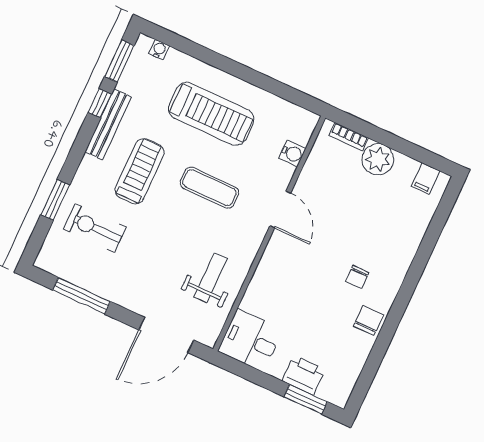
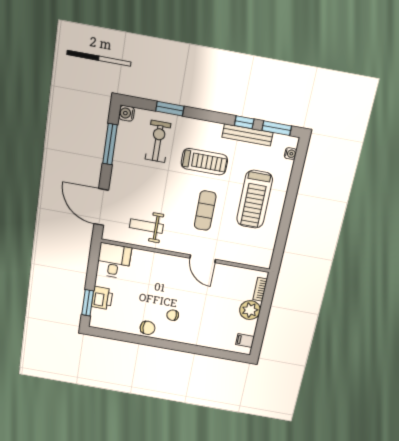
bench: (108, 124) -> (247, 135), moved
water cooler: (292, 153) -> (127, 113), moved, turned 90
door: (280, 210) -> (203, 259), hinge flipped
weight bench: (211, 278) -> (146, 226), turned 180

